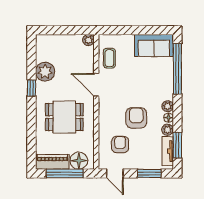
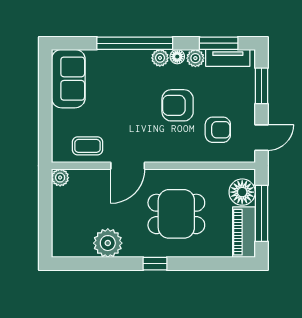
window: (177, 69) -> (135, 43), moved
window: (31, 88) -> (155, 264), moved
dining table: (64, 117) -> (176, 214), turned 90
armchair: (120, 145) -> (218, 130), turned 180

